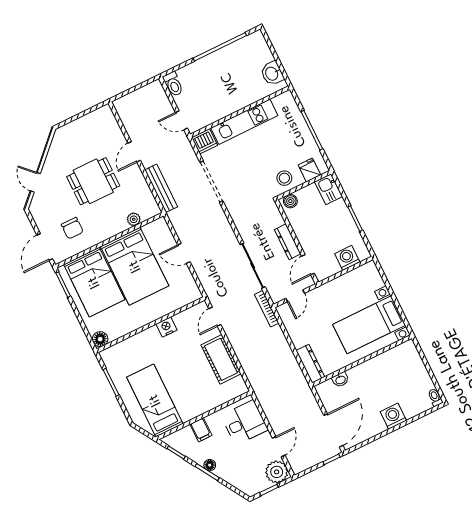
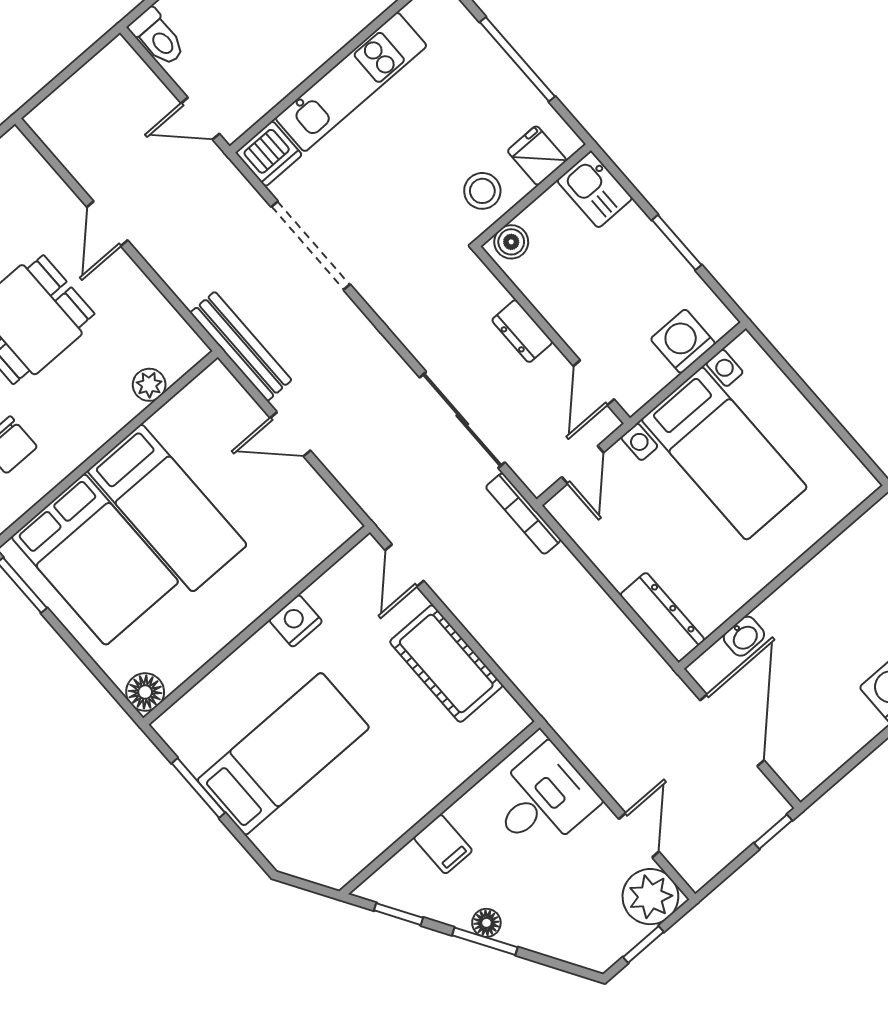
bench: (161, 188) -> (241, 346), moved
dresser: (288, 242) -> (522, 331), width x0.70
bed: (135, 266) -> (167, 508), width x0.67
bed with nightstands: (369, 325) -> (724, 453), moved, turned -90
bed: (155, 400) -> (283, 754), moved, turned 90
door: (333, 430) -> (732, 730), moved

